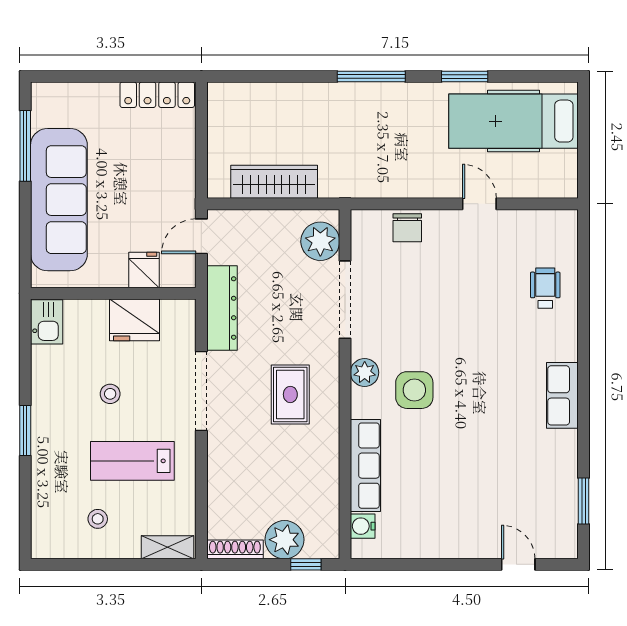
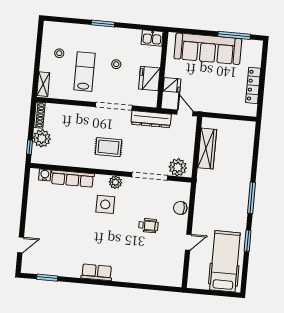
locker: (157, 95) -> (253, 85), moved
wheelchair: (545, 288) -> (148, 226), moved

